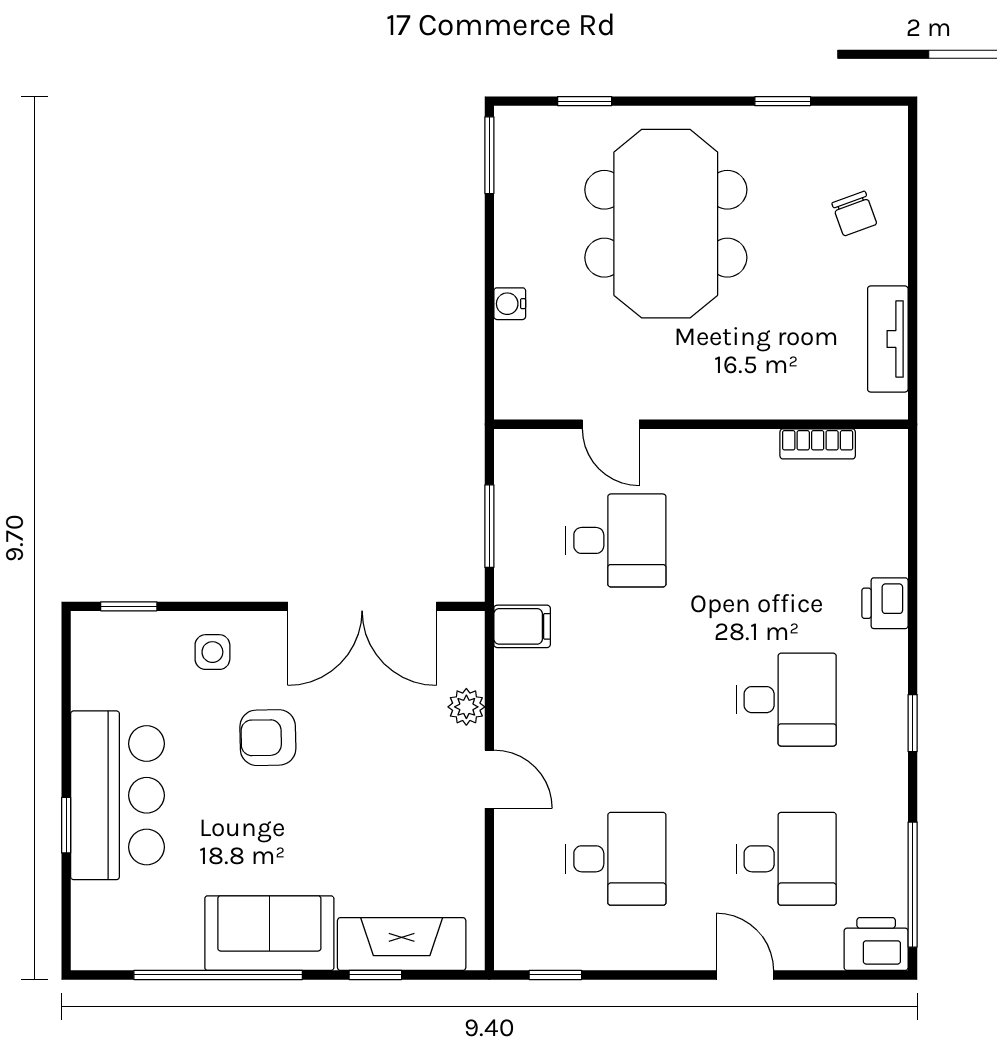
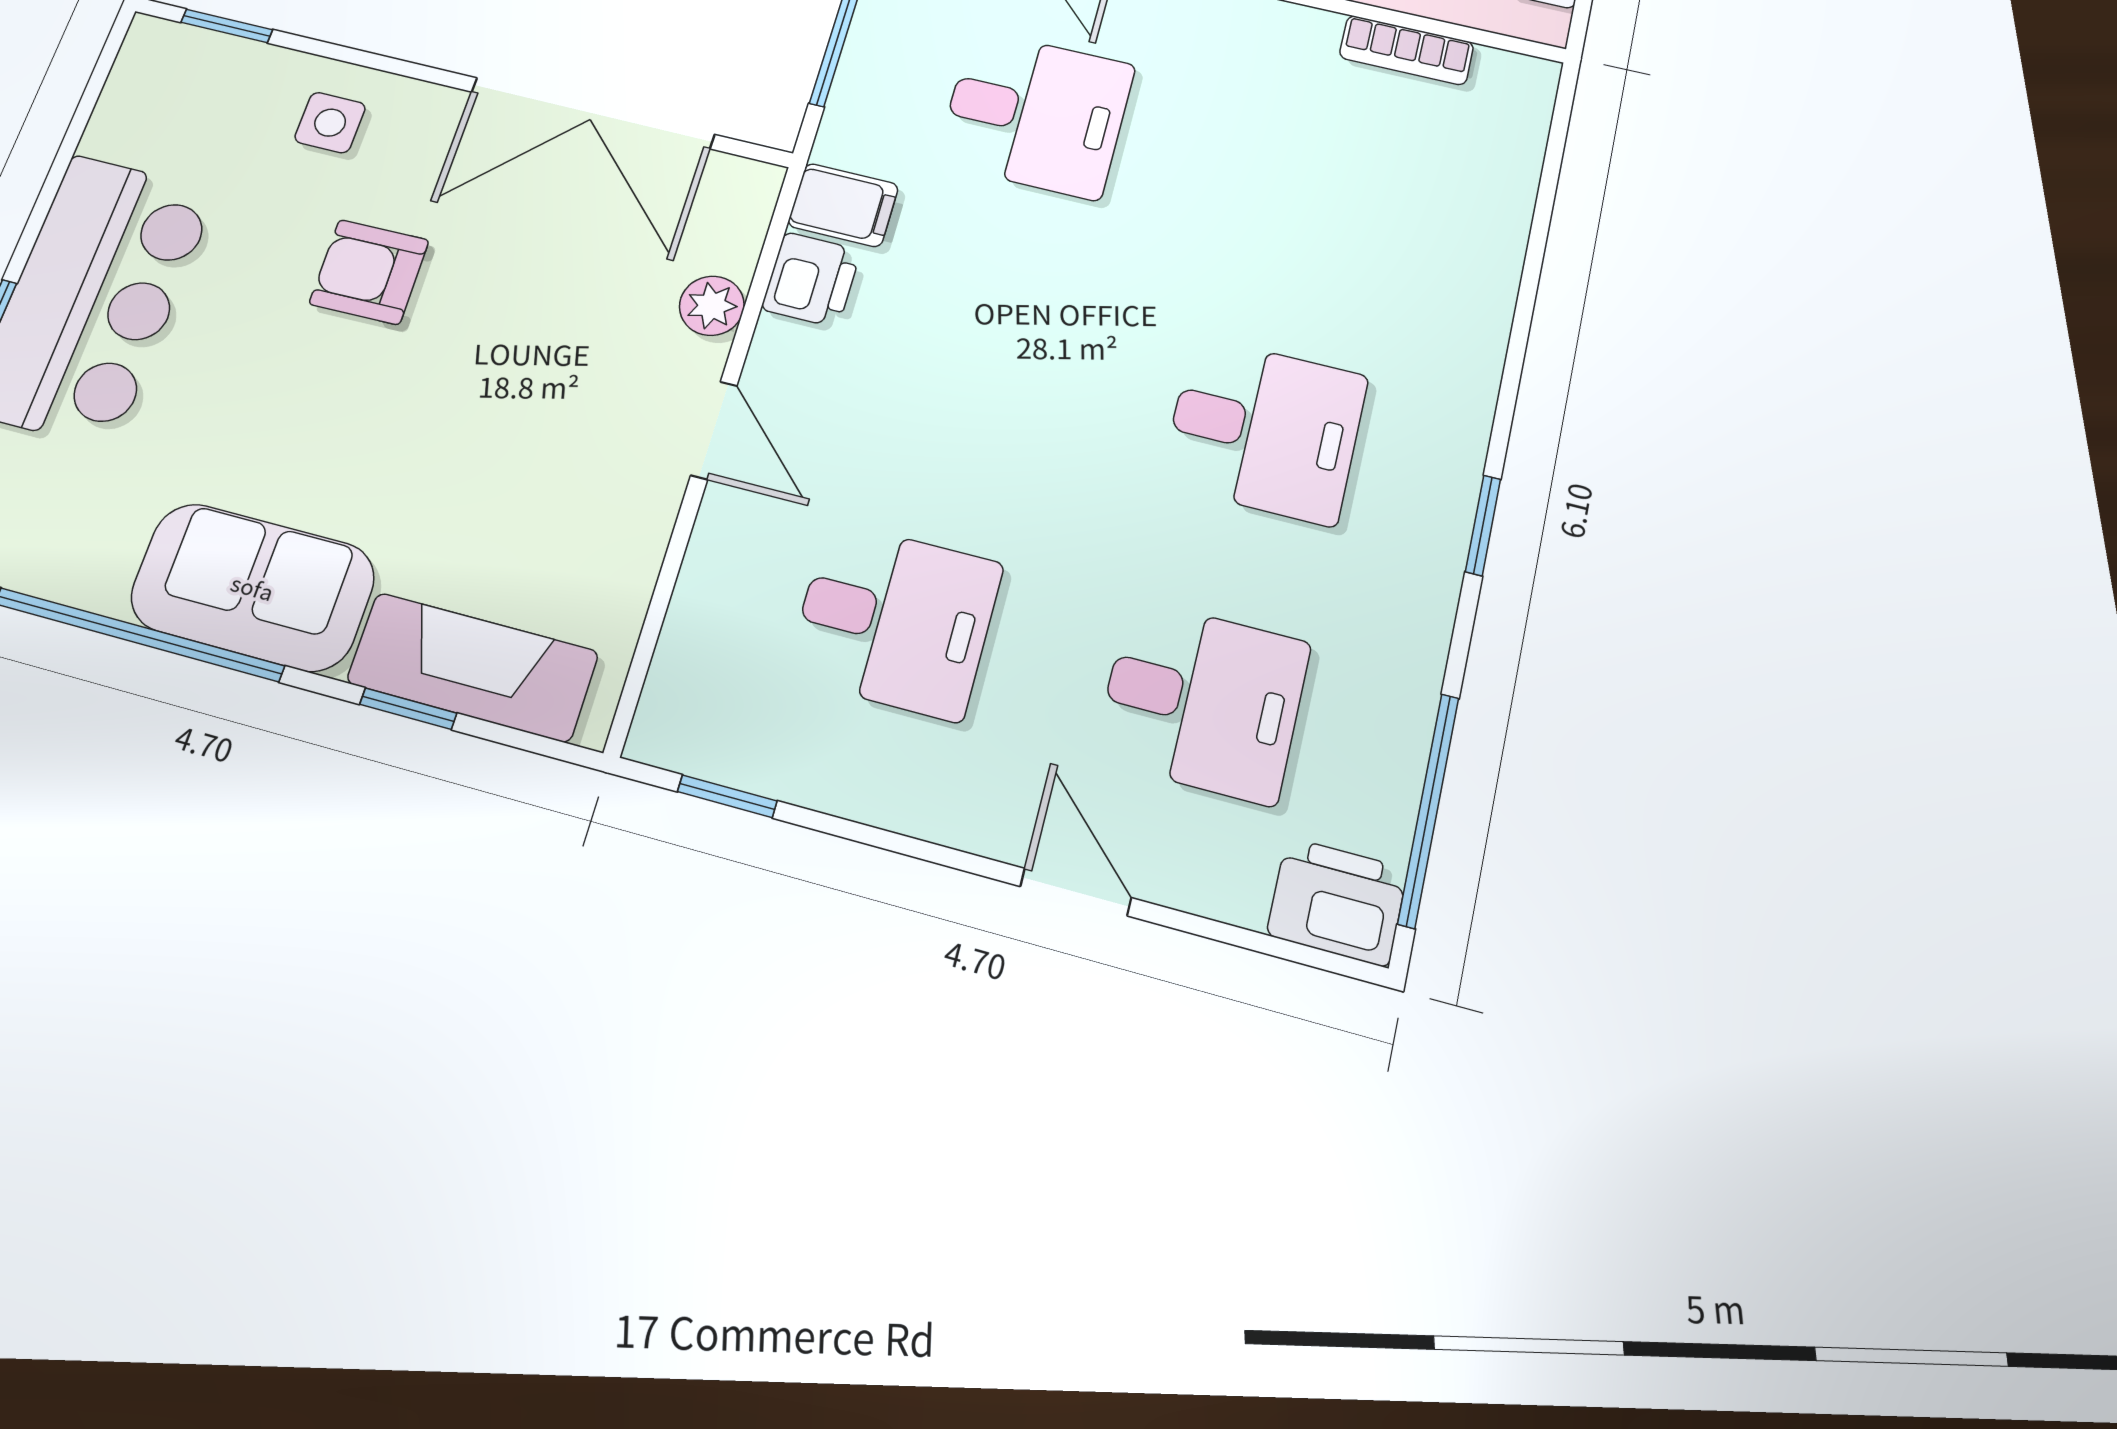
printer: (885, 603) -> (811, 280), moved, turned 180

